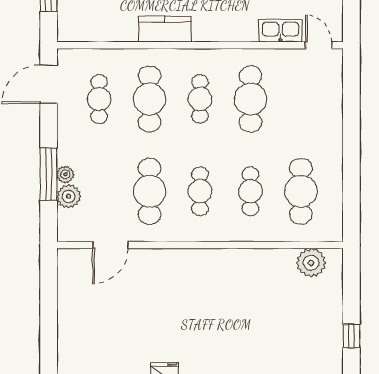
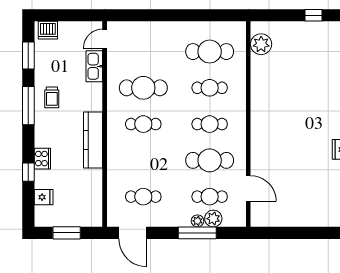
kitchen counter: (165, 29) -> (93, 140), width x1.50
cafe table: (150, 99) -> (210, 197), moved, width x0.73, depth x0.74

